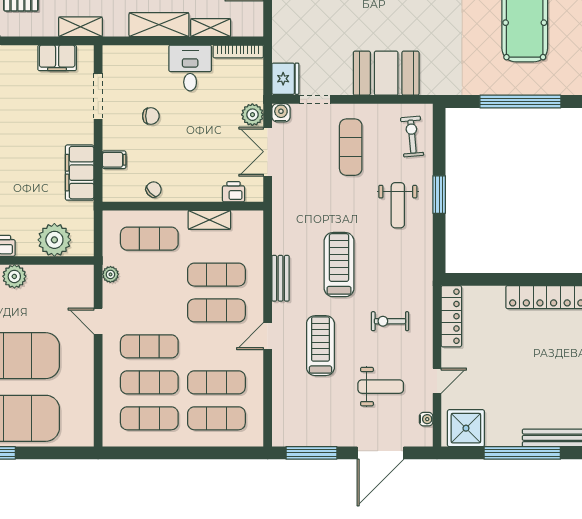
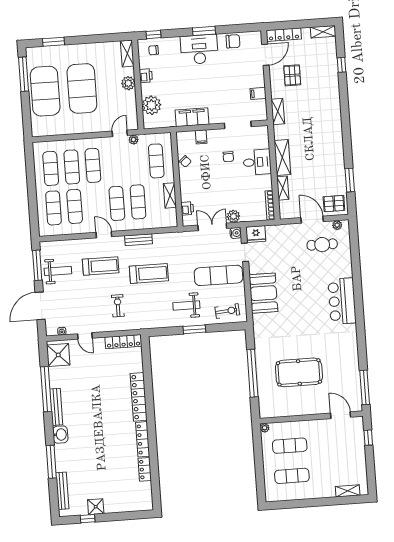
filing cabinet: (57, 58) -> (258, 93), width x0.50
desk: (190, 68) -> (257, 162), moved
exercise mat: (351, 147) -> (218, 275), width x1.36, depth x1.45
door: (98, 321) -> (120, 133), moved
weight bench: (381, 387) -> (58, 271), moved, turned -90
door: (381, 453) -> (40, 306), hinge flipped

